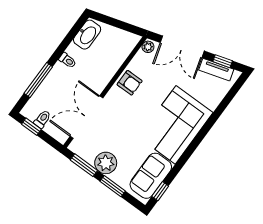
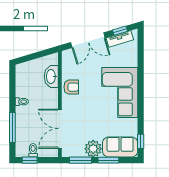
washbasin: (87, 35) -> (51, 77), moved, turned 180
plant: (148, 47) -> (66, 56), removed
sofa: (151, 176) -> (120, 147), moved, turned 90

